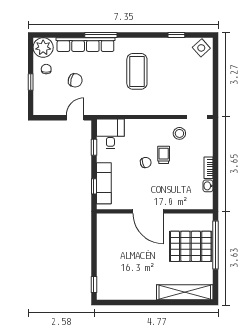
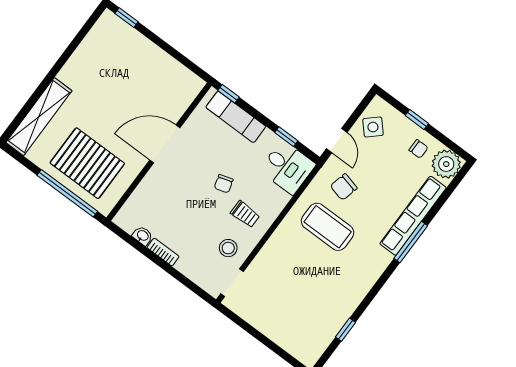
side table: (201, 48) -> (373, 127), moved
coffee table: (137, 71) -> (328, 227), moved
chair: (75, 80) -> (344, 187), moved
trolley: (164, 155) -> (245, 214), moved
window: (94, 186) -> (229, 94), moved
pallet: (191, 246) -> (87, 163), turned 90

